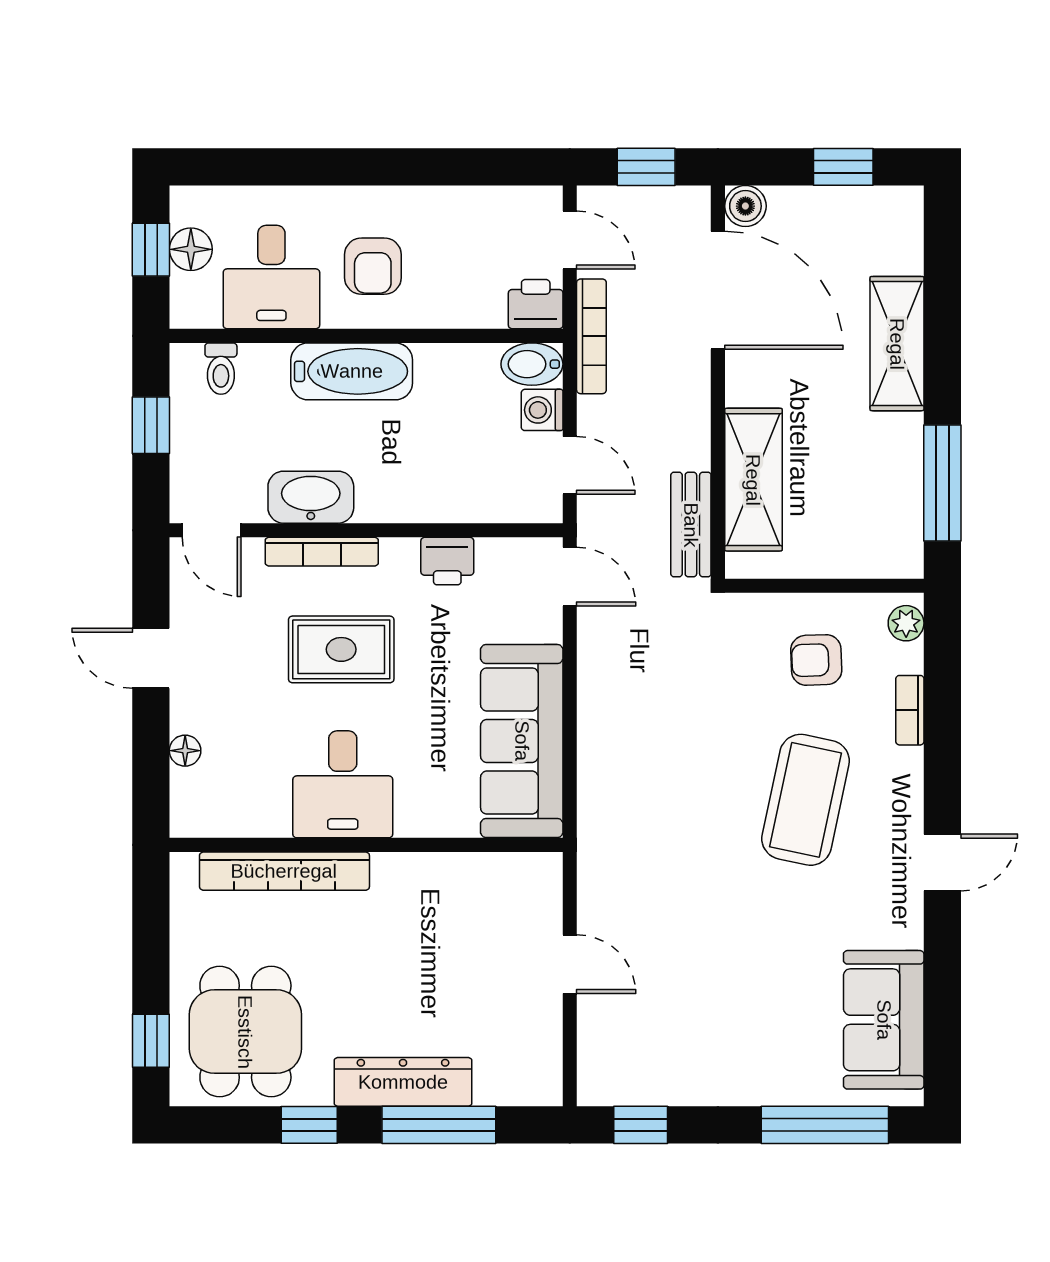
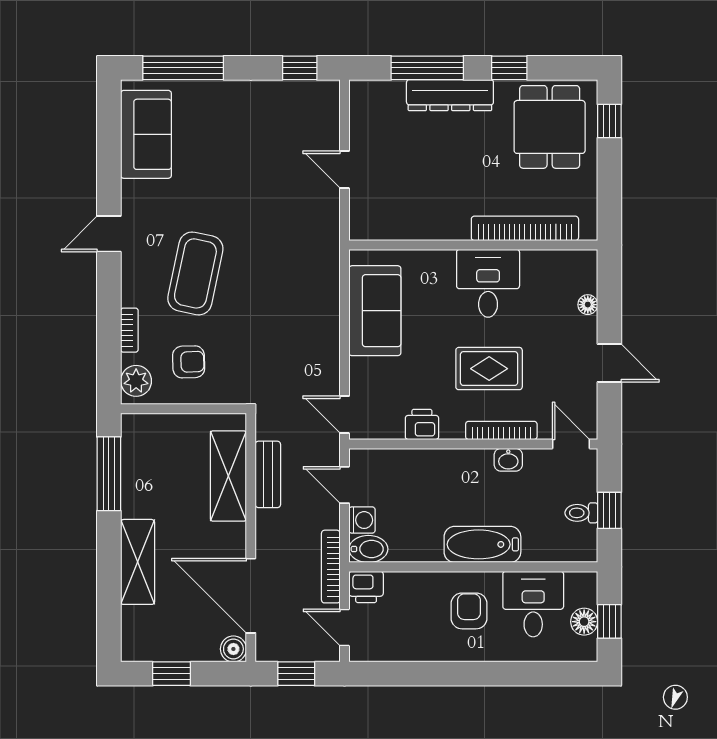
toilet: (221, 369) -> (581, 513), moved, turned -90
washbasin: (311, 497) -> (508, 460), width x0.52, depth x0.69
bench: (691, 525) -> (268, 474), moved
plant: (906, 623) -> (136, 381), width x1.38, depth x1.38
sofa: (522, 741) -> (375, 311), width x0.73

